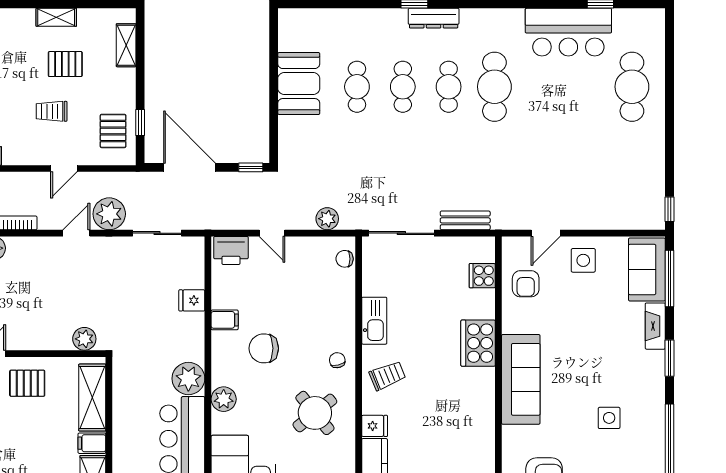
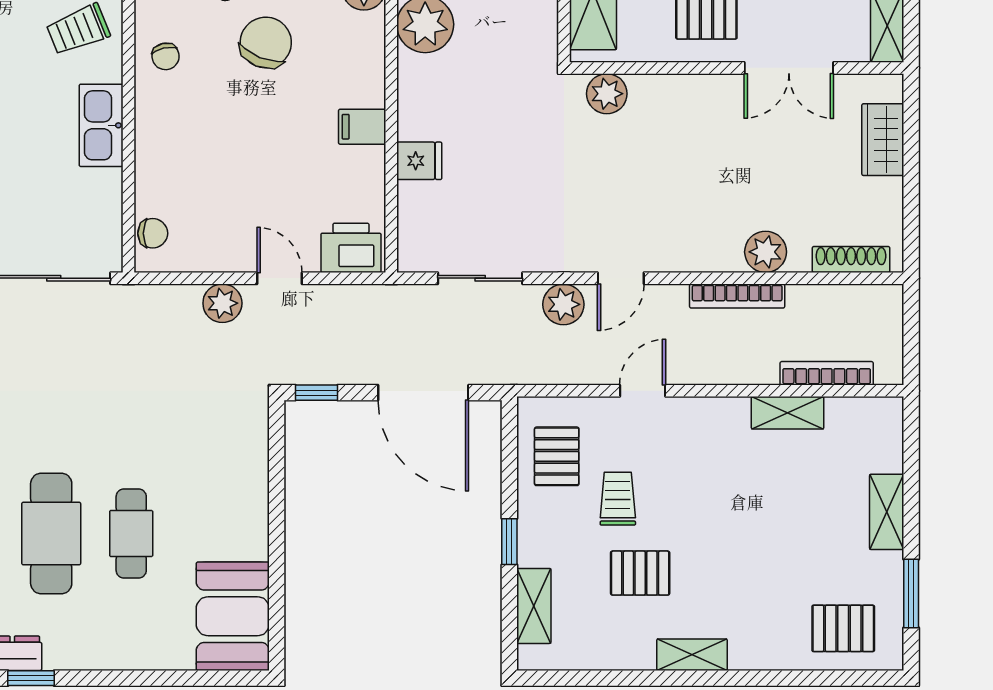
shelving: (56, 17) -> (692, 655), moved
booth: (299, 84) -> (233, 616), moved
cafe table: (403, 87) -> (51, 534), width x1.37, depth x1.35
trolley: (52, 111) -> (618, 499), moved, turned -90
window: (140, 122) -> (509, 542), moved
plant: (109, 214) -> (563, 304), width x0.73, depth x0.73
plant: (327, 219) -> (222, 303), moved
chair: (264, 348) -> (266, 43), moved, turned -68

